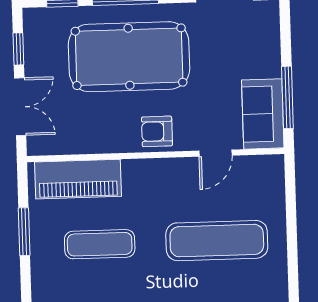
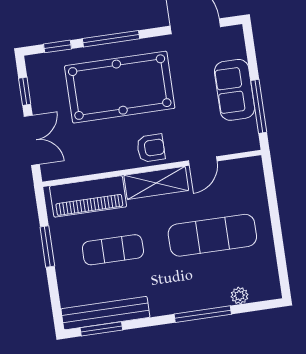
sofa: (263, 114) -> (234, 90), moved
armchair: (157, 131) -> (151, 148), turned 180
shelving: (159, 172) -> (156, 183), added

